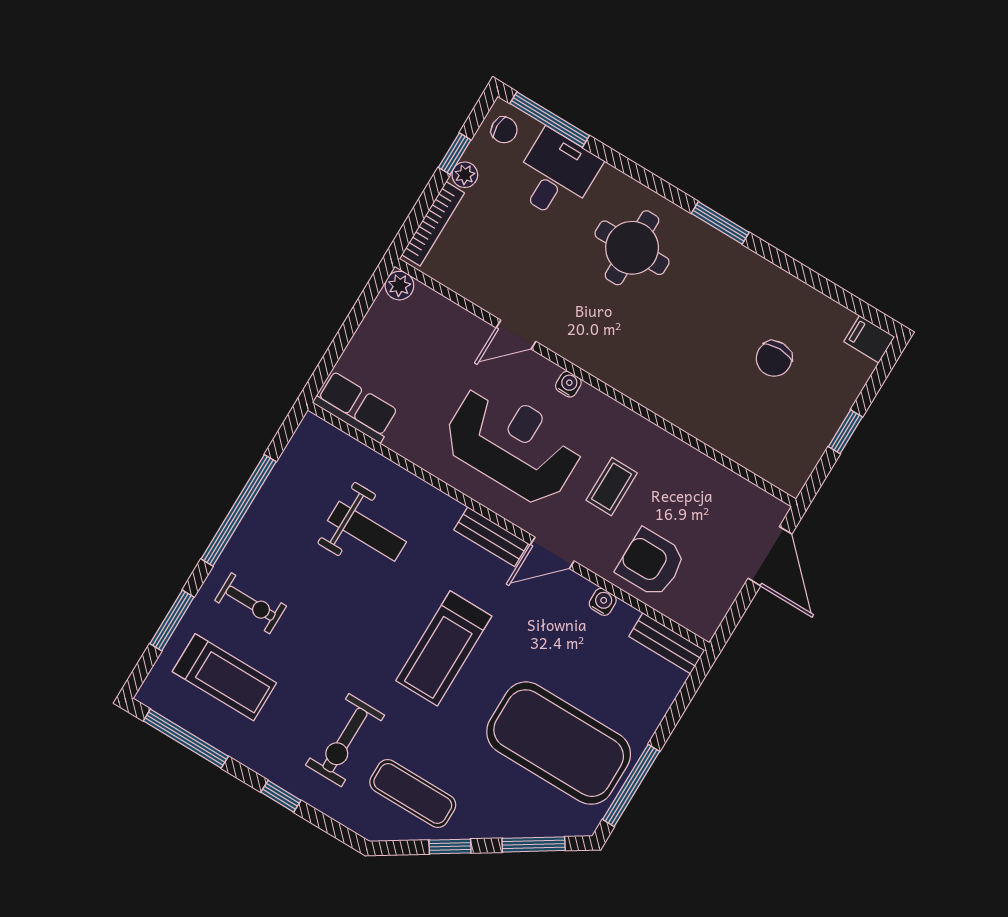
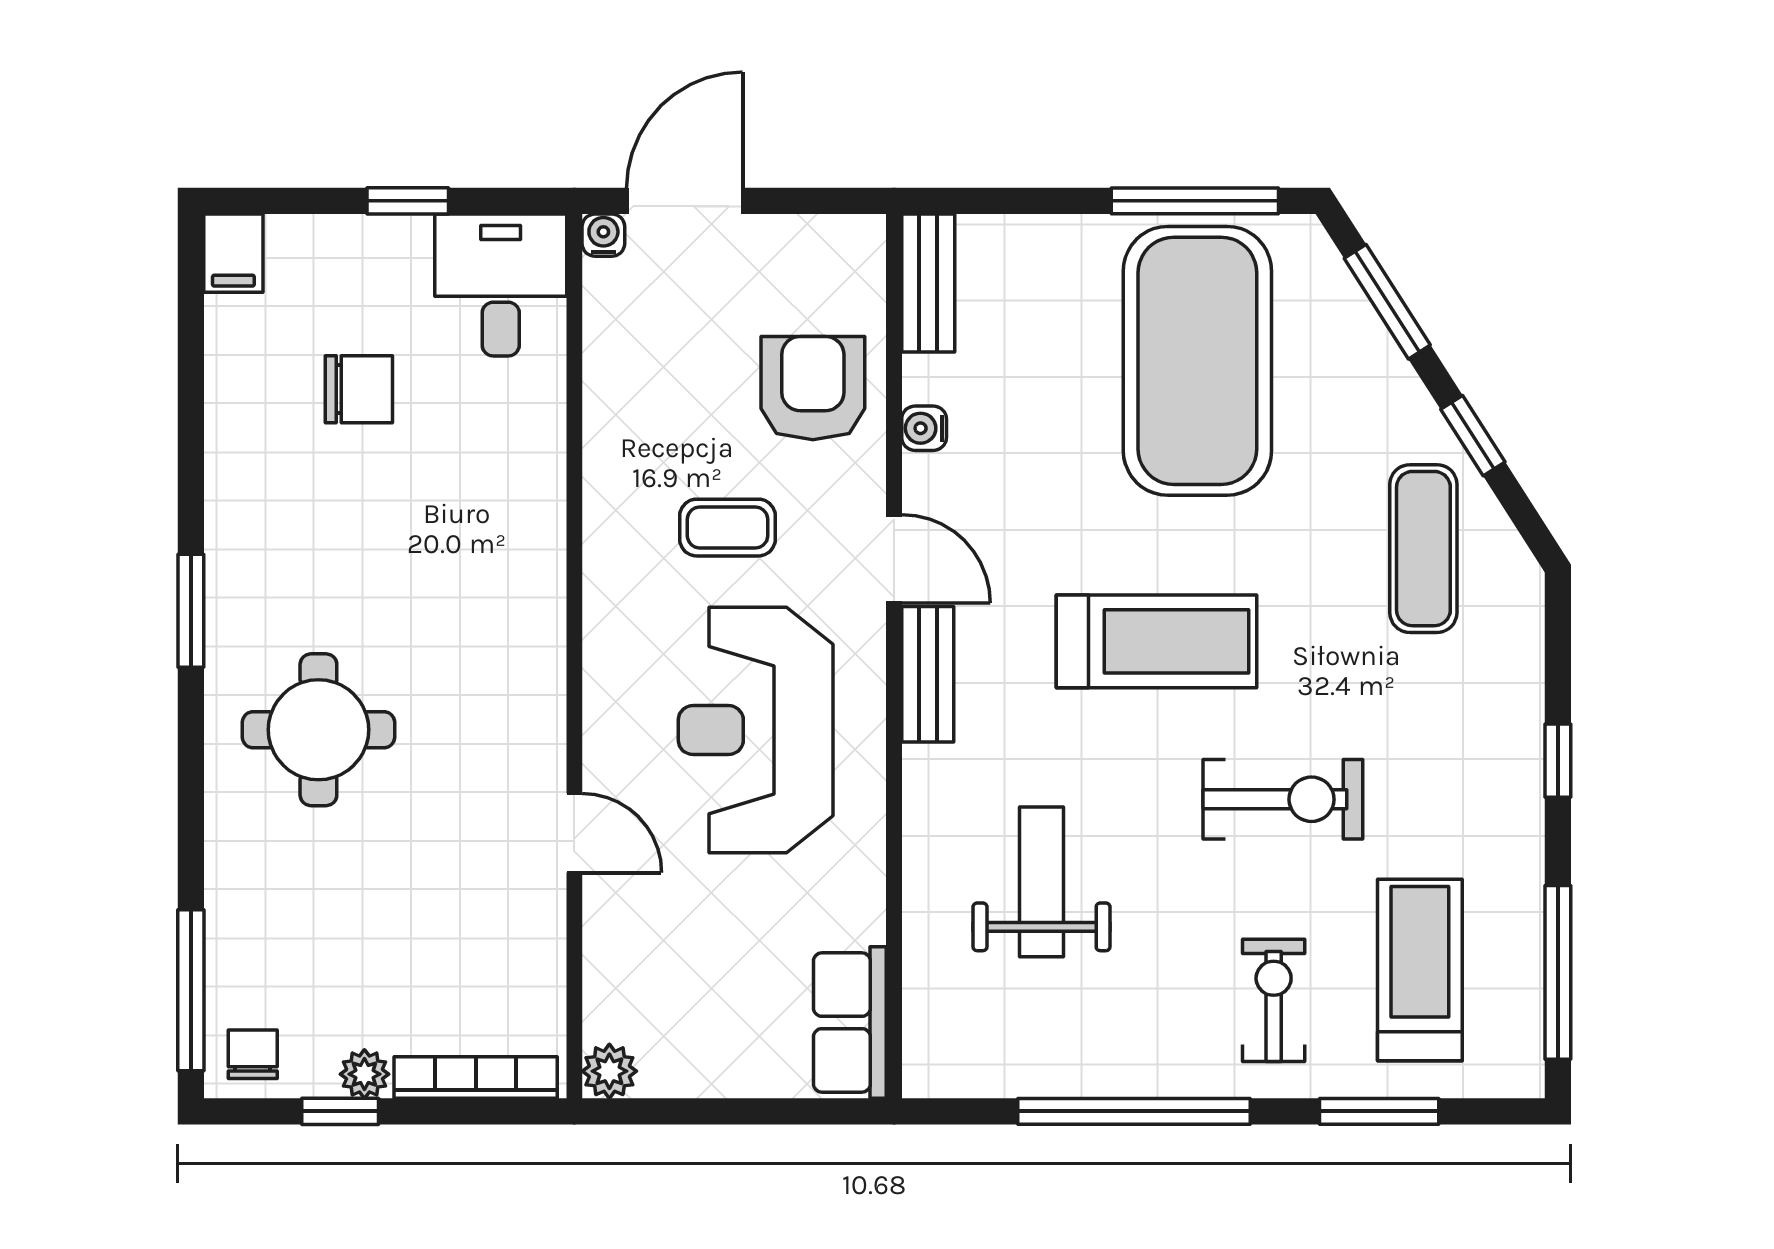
desk: (556, 175) -> (501, 285), moved, turned 90
water cooler: (568, 384) -> (603, 235), moved, turned 90
armchair: (651, 563) -> (813, 388), turned 180
exercise bike: (345, 740) -> (1283, 799), moved

